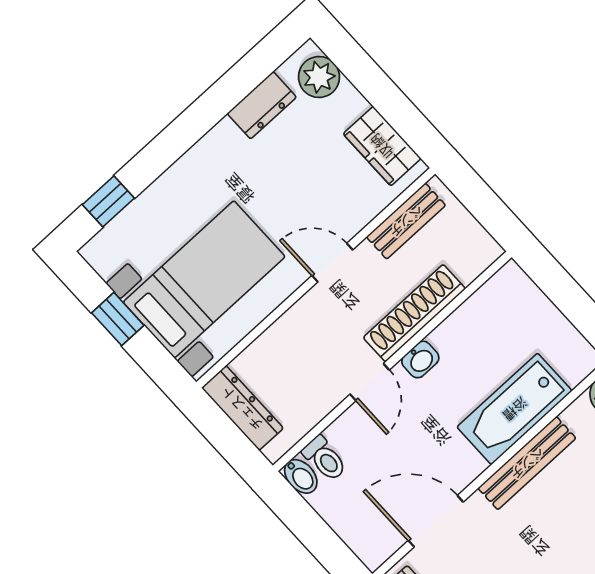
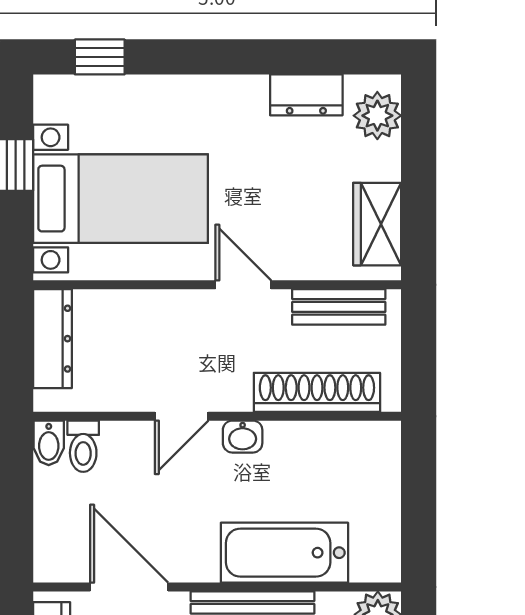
shoe rack: (414, 313) -> (317, 392), moved

